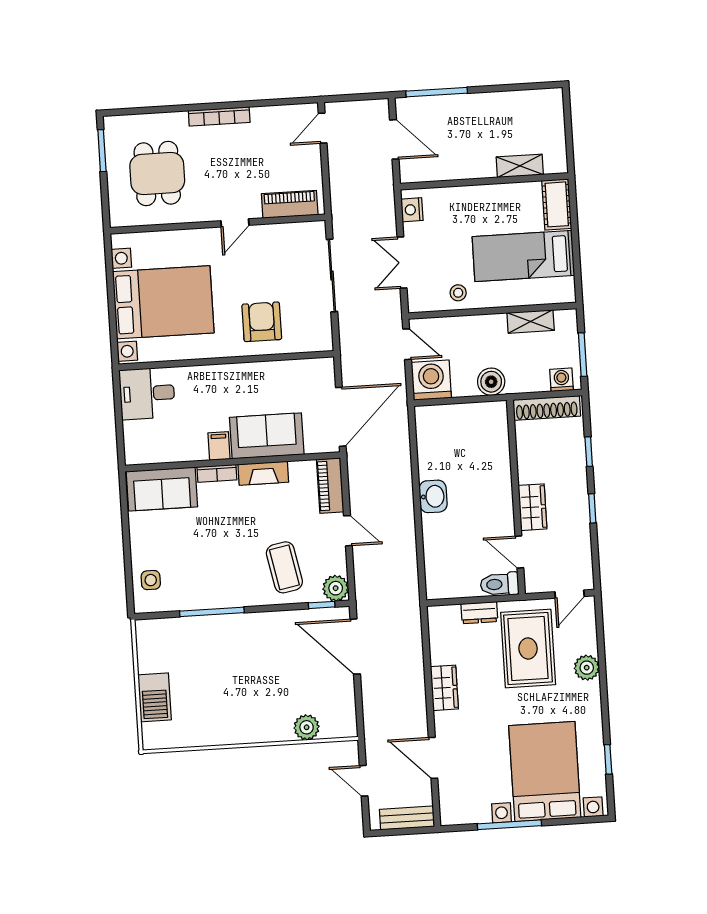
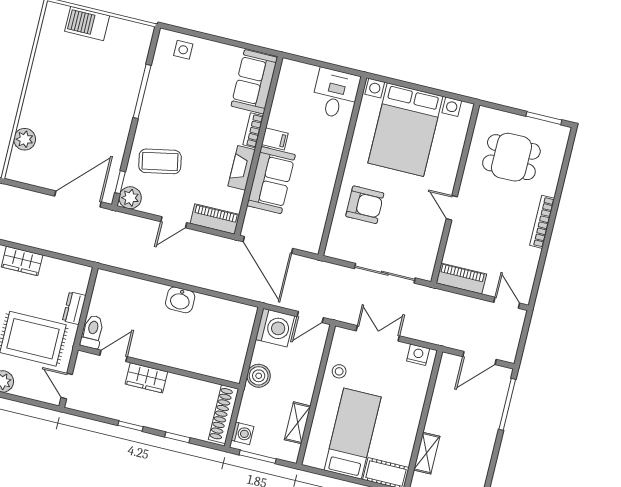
piano: (290, 204) -> (461, 278), moved, turned -90

